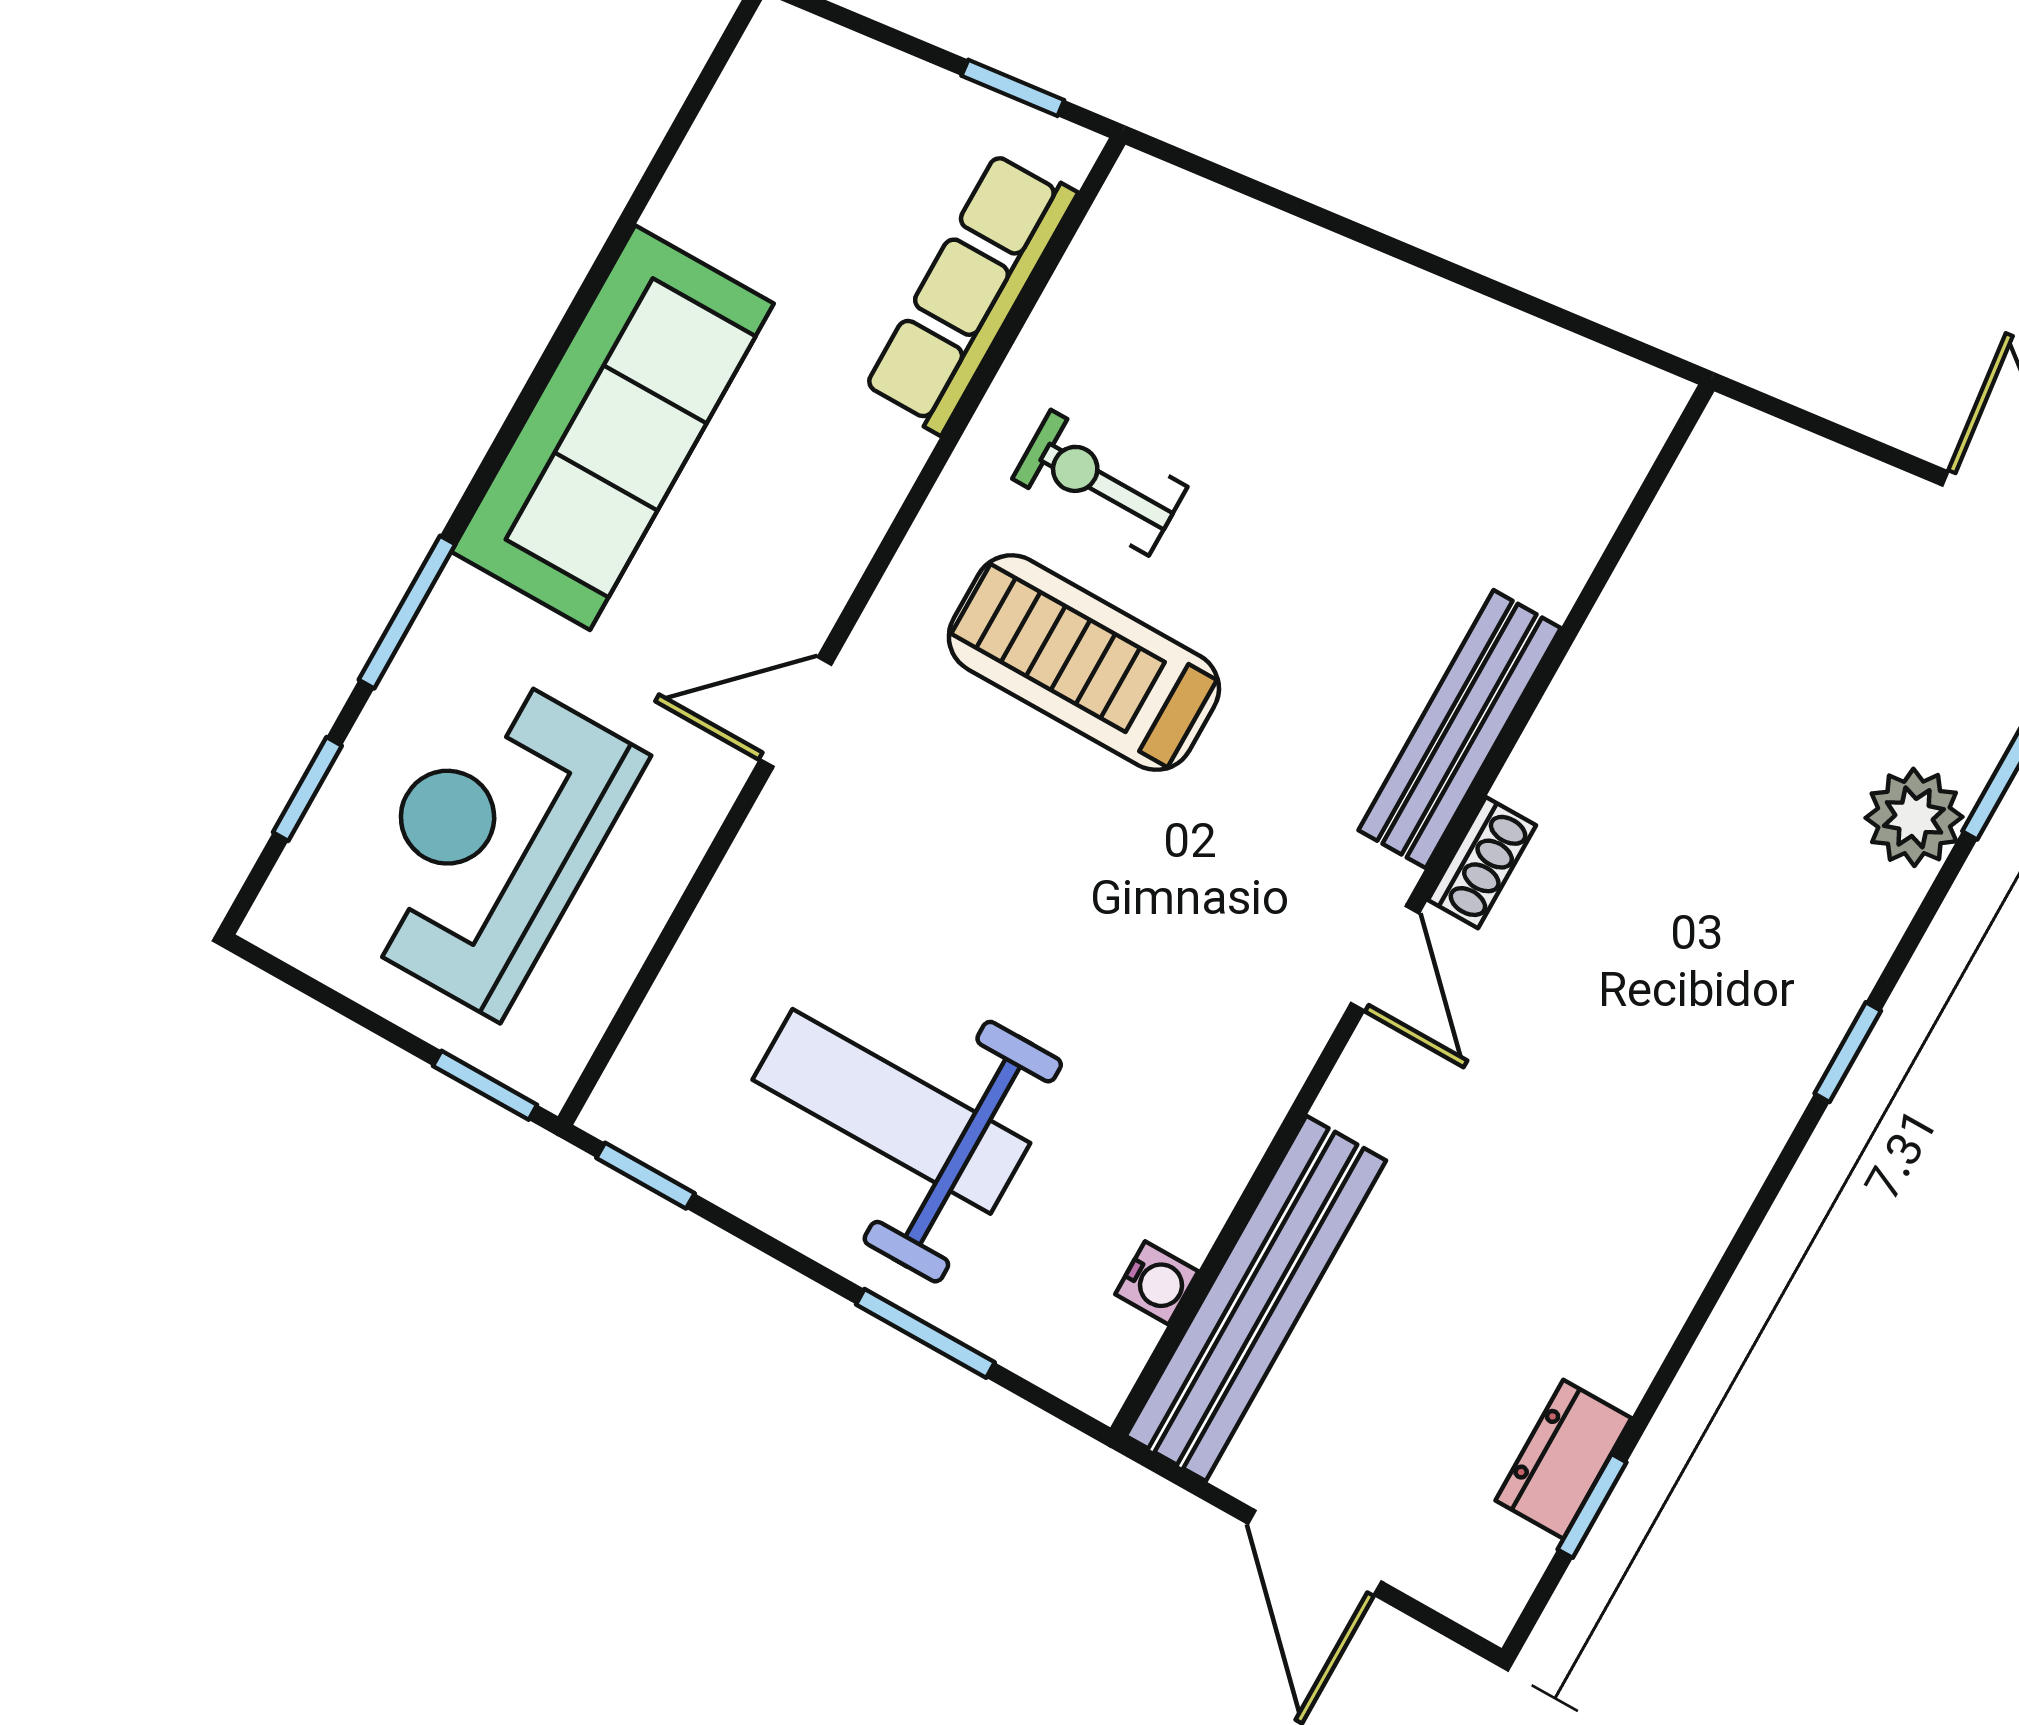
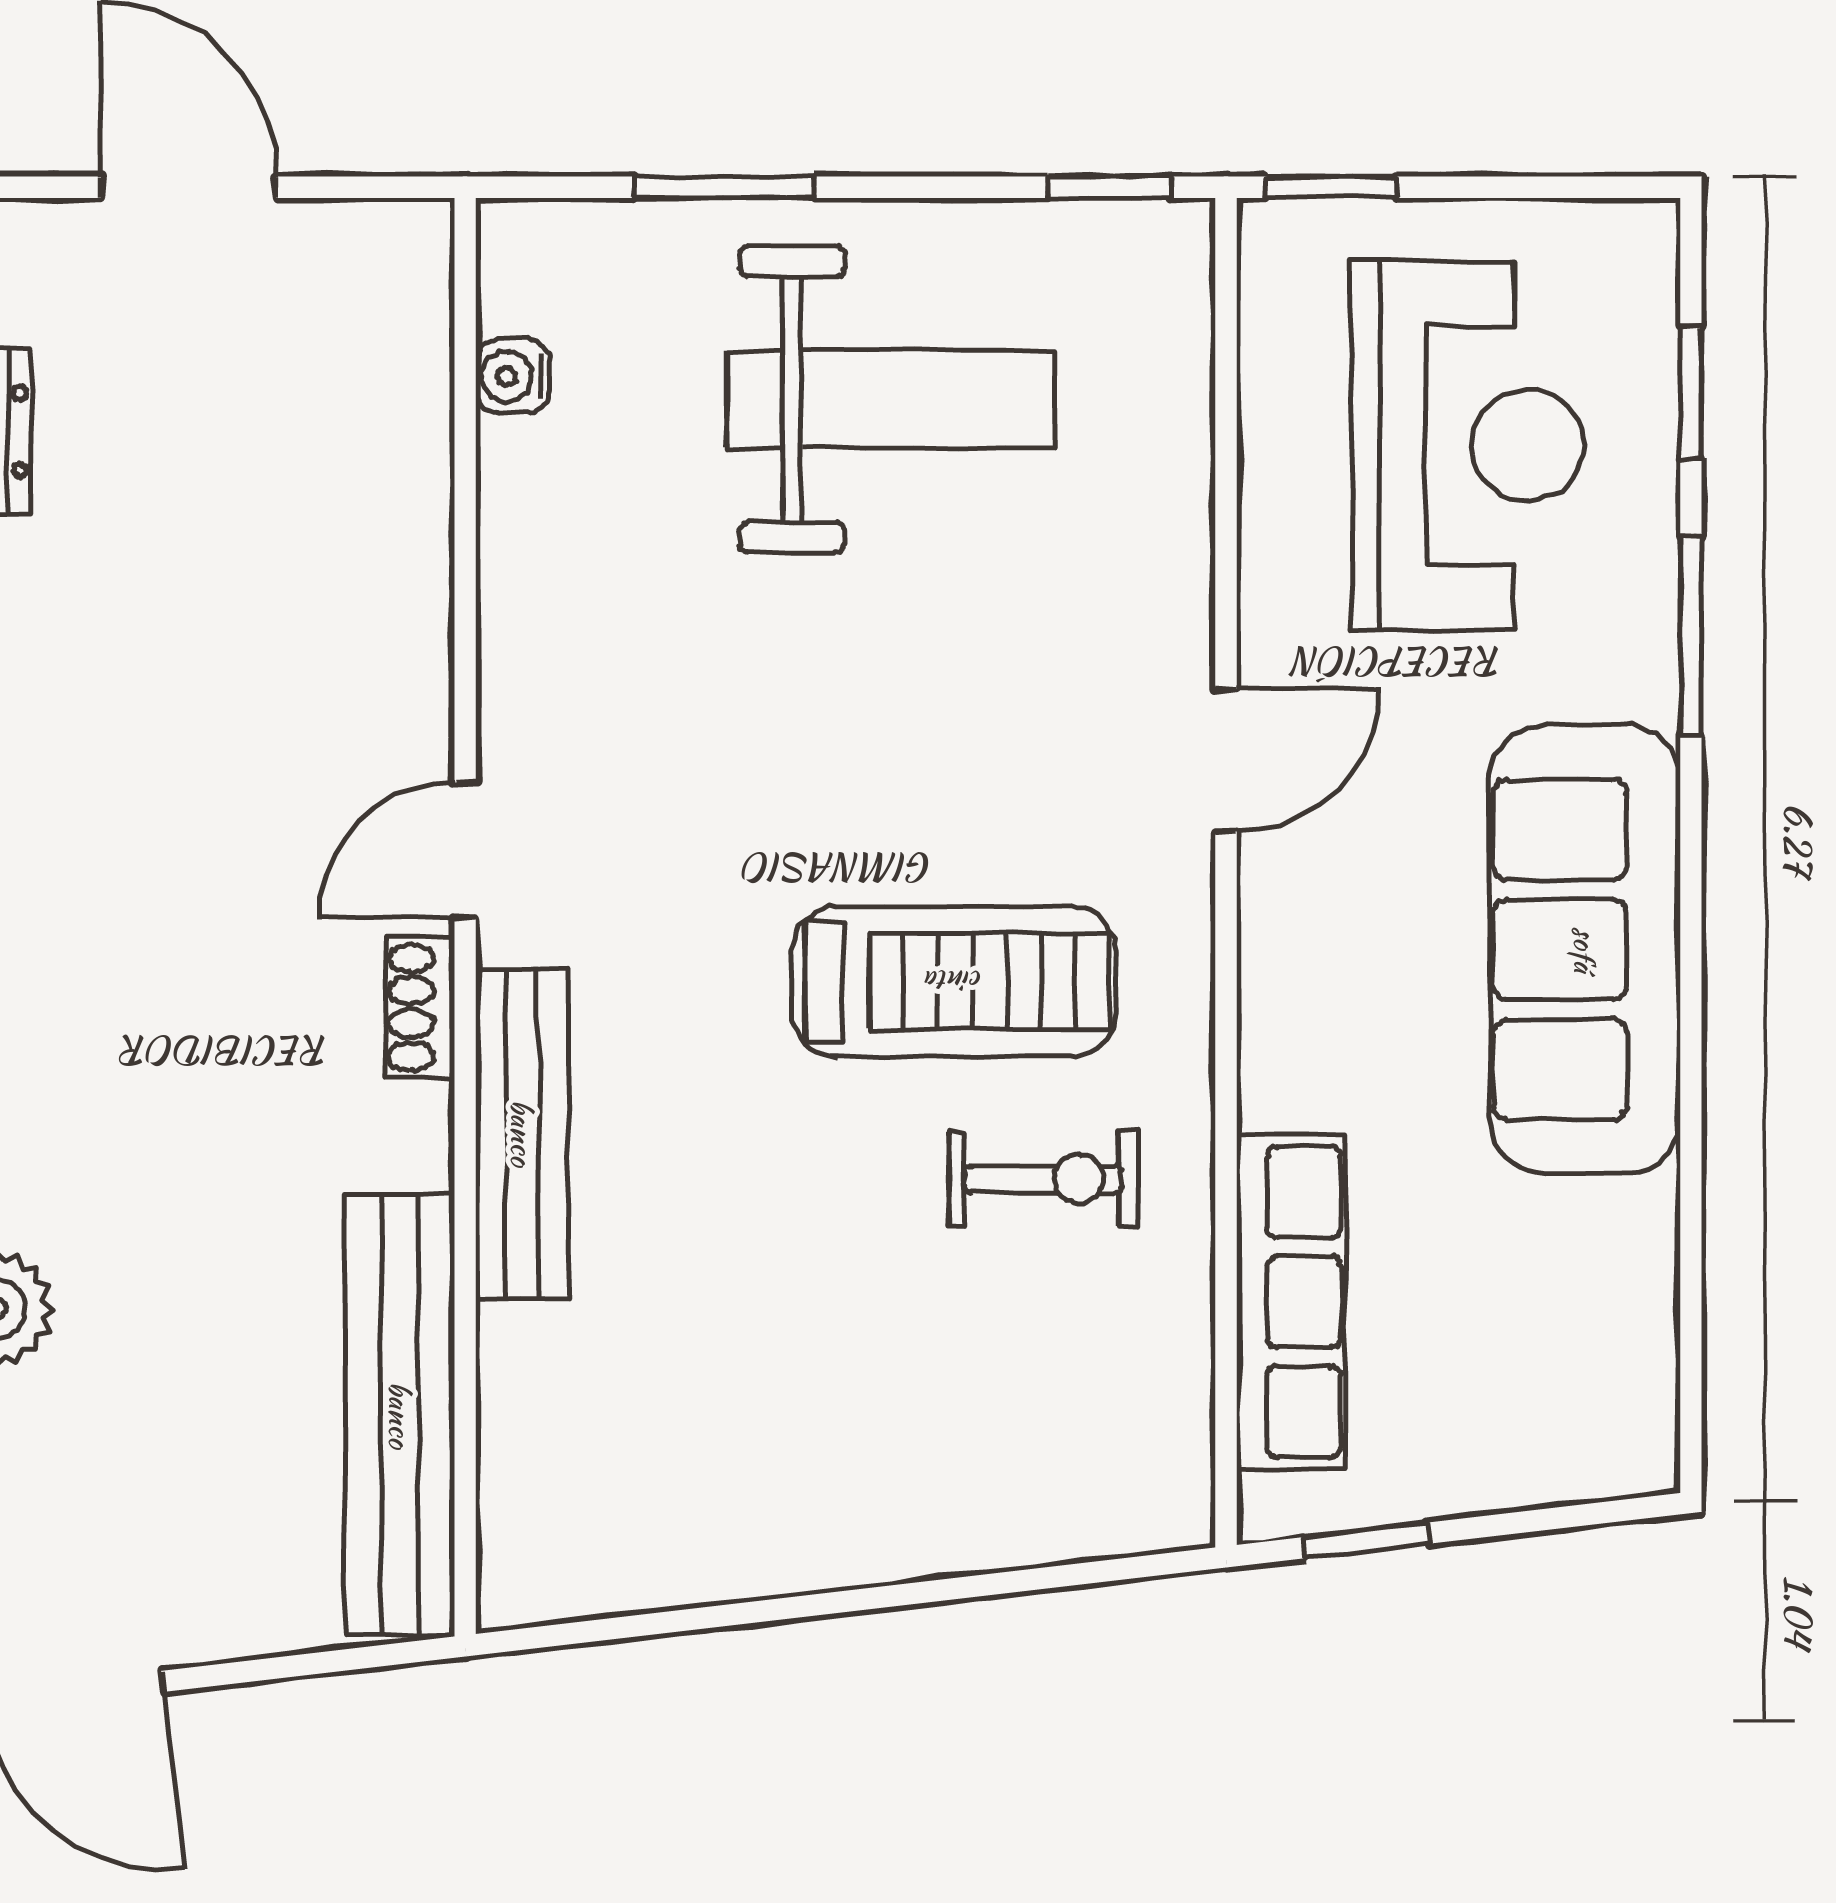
door: (1385, 958) -> (465, 850), hinge flipped
bench: (1256, 1298) -> (400, 1415), moved

